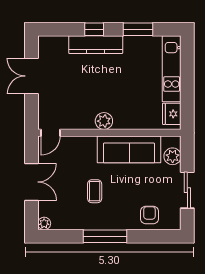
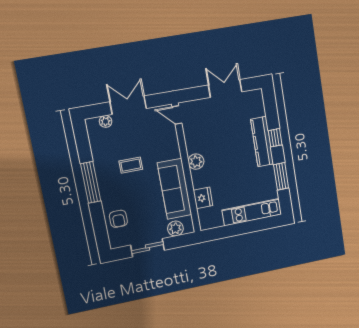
fridge: (172, 114) -> (203, 198), moved, turned 90
double door: (31, 182) -> (128, 105), swing flipped
armchair: (149, 215) -> (118, 219), turned 90
plant: (44, 223) -> (106, 121), moved

